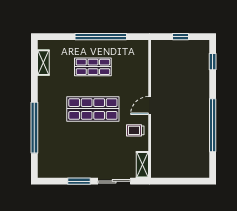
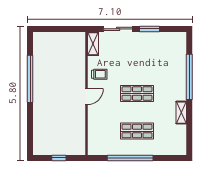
window: (213, 62) -> (30, 136), removed
shelving: (43, 63) -> (181, 113), moved
shop shelf: (93, 109) -> (137, 93), width x0.70, depth x0.74

